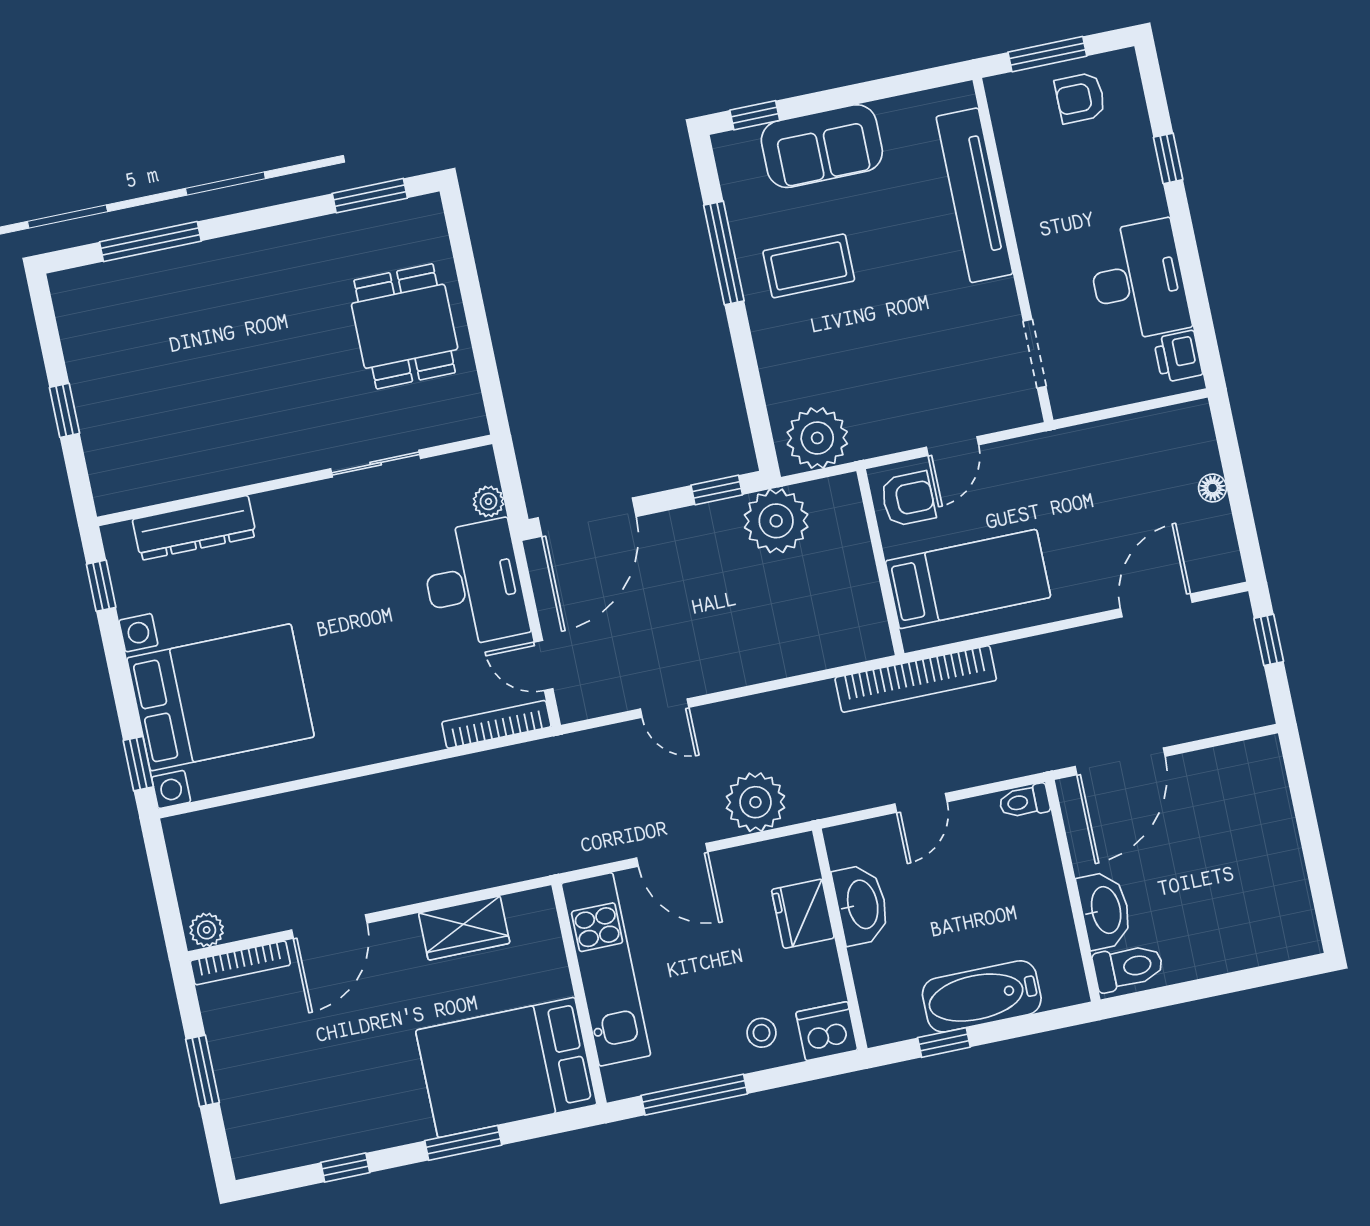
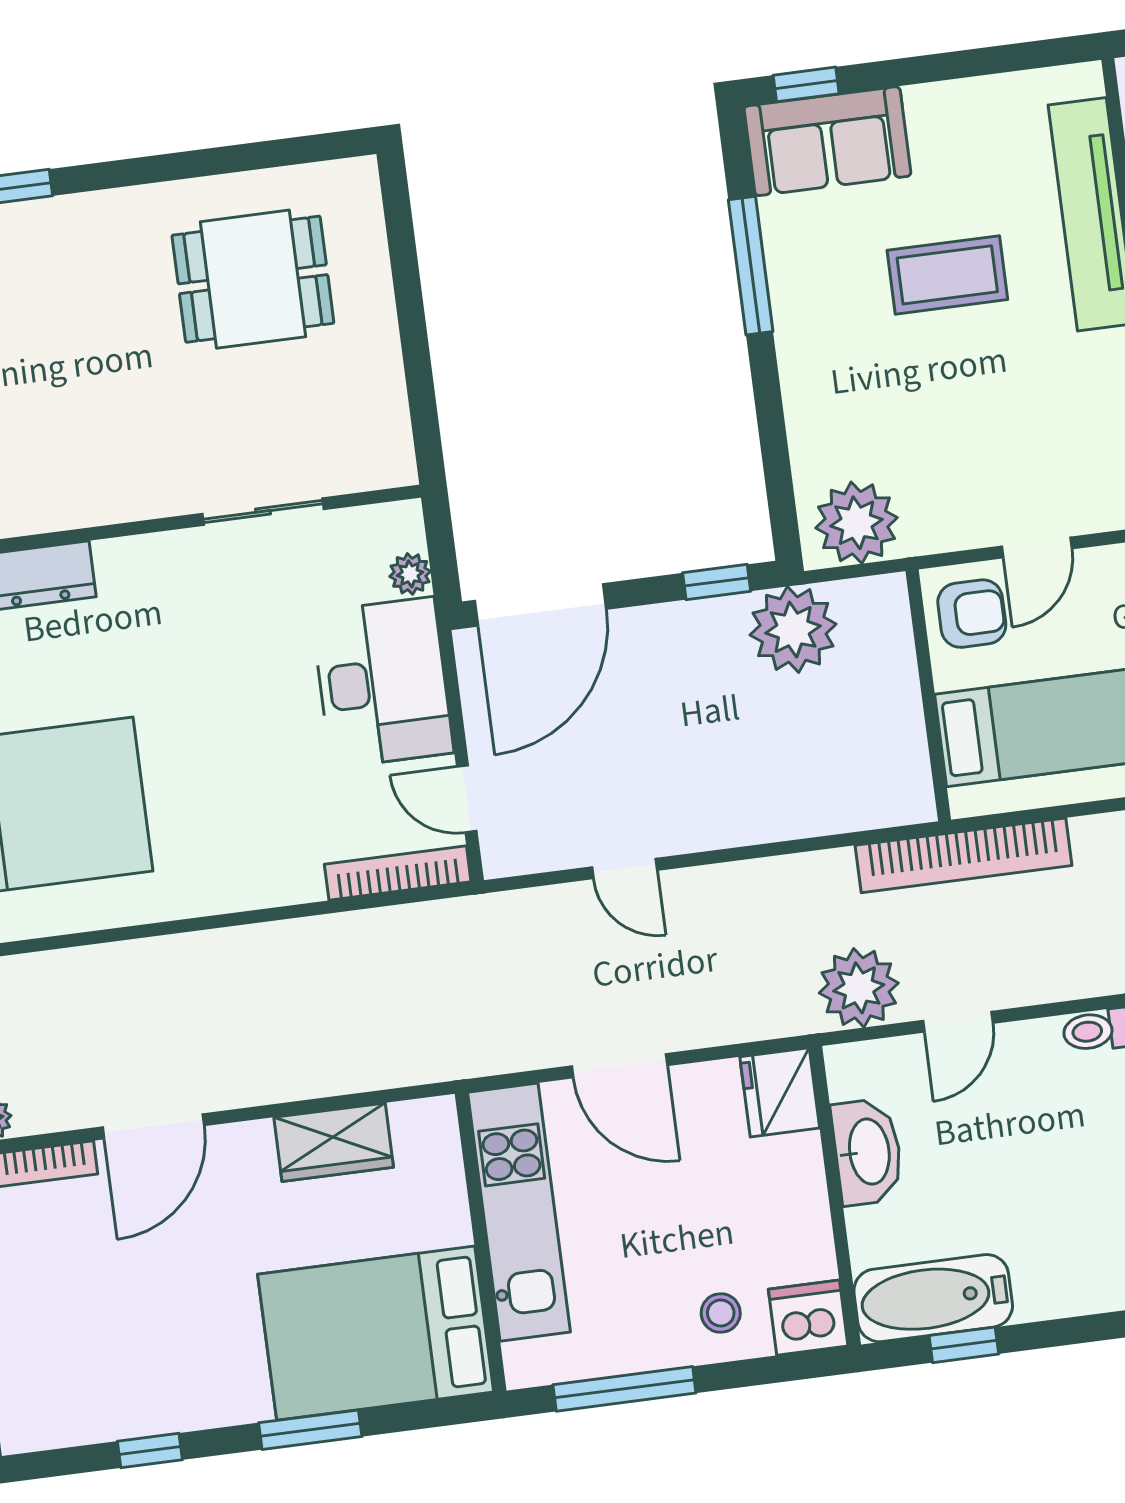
sofa: (822, 146) -> (827, 141), moved
window: (370, 196) -> (283, 152), removed
coffee table: (809, 266) -> (947, 275), moved
dining table: (405, 326) -> (253, 279), moved, turned 90
plant: (755, 802) -> (859, 988), moved
fridge: (803, 914) -> (780, 1092), moved
bathtub: (982, 996) -> (933, 1298), moved

